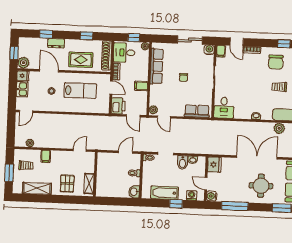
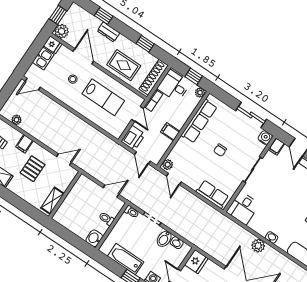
plant: (279, 128) -> (258, 246), moved
pallet: (67, 184) -> (33, 169), moved

